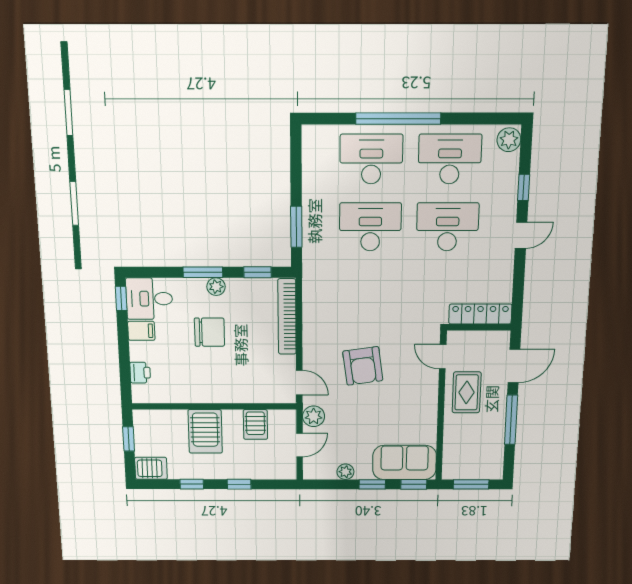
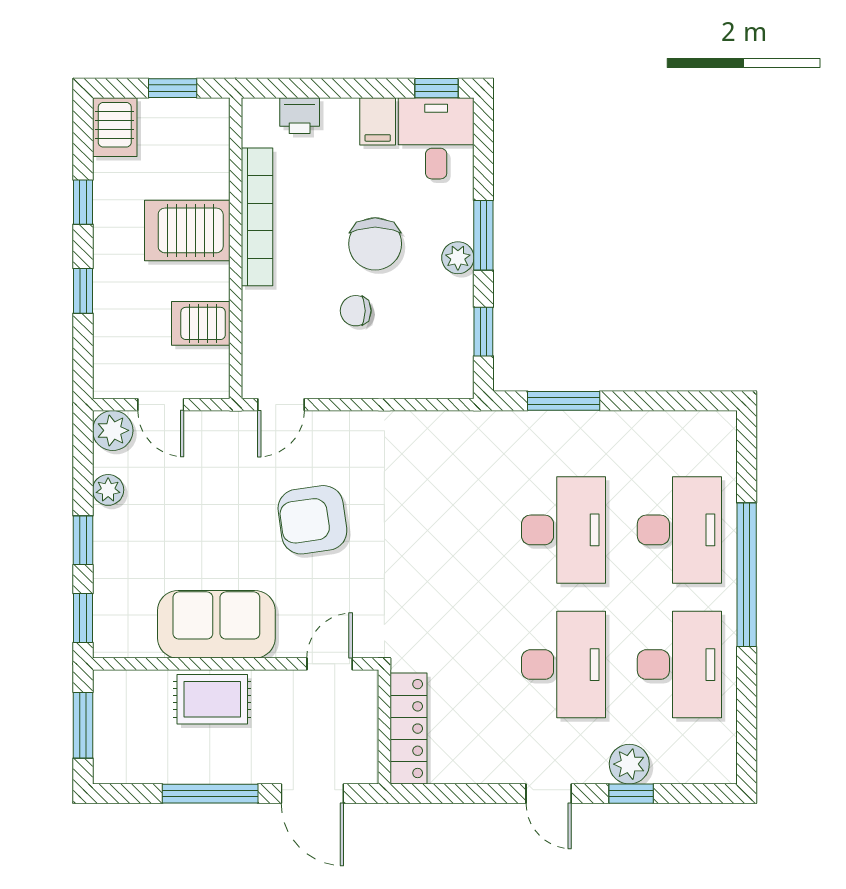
plant: (509, 140) -> (629, 764), moved
bookcase: (287, 317) -> (257, 217), moved, turned 90
chair: (247, 343) -> (356, 311), added
rug: (467, 392) -> (212, 699), moved
plant: (314, 416) -> (113, 430), moved
sofa: (404, 462) -> (216, 624), moved, turned -90

